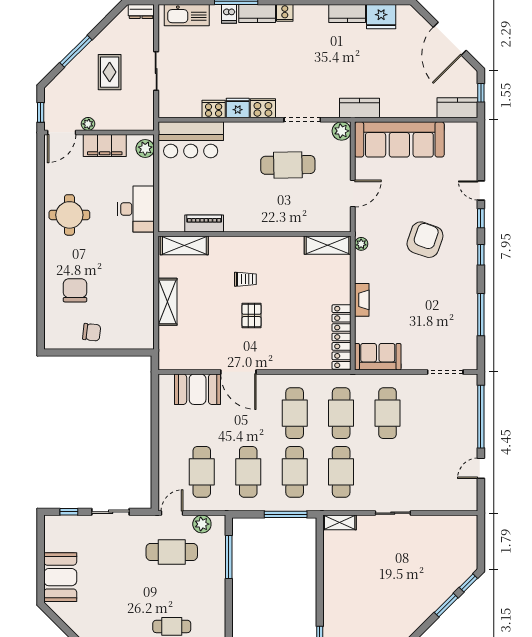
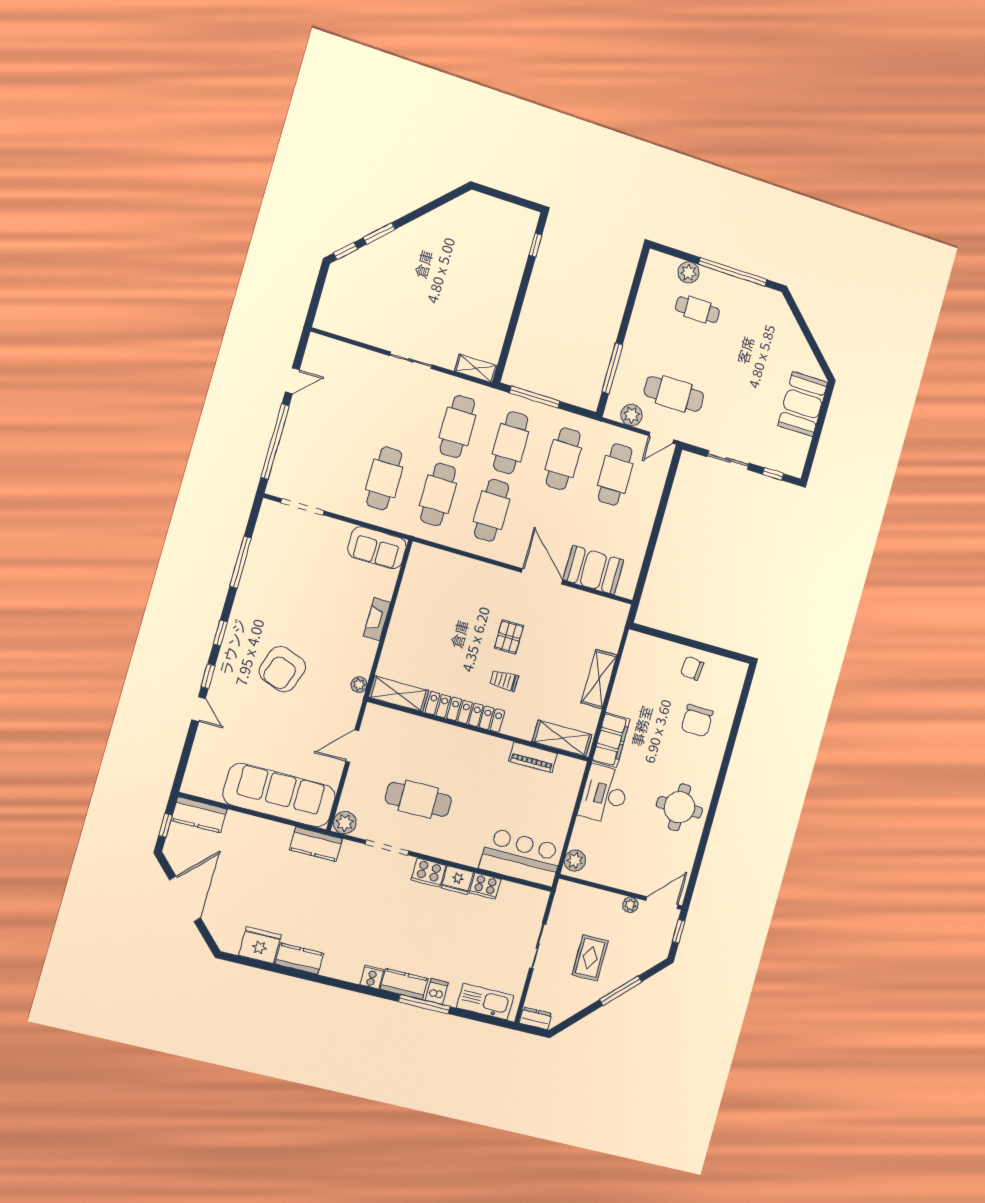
filing cabinet: (105, 145) -> (611, 740), moved, turned 90
locker: (342, 337) -> (465, 712), moved, turned -90

